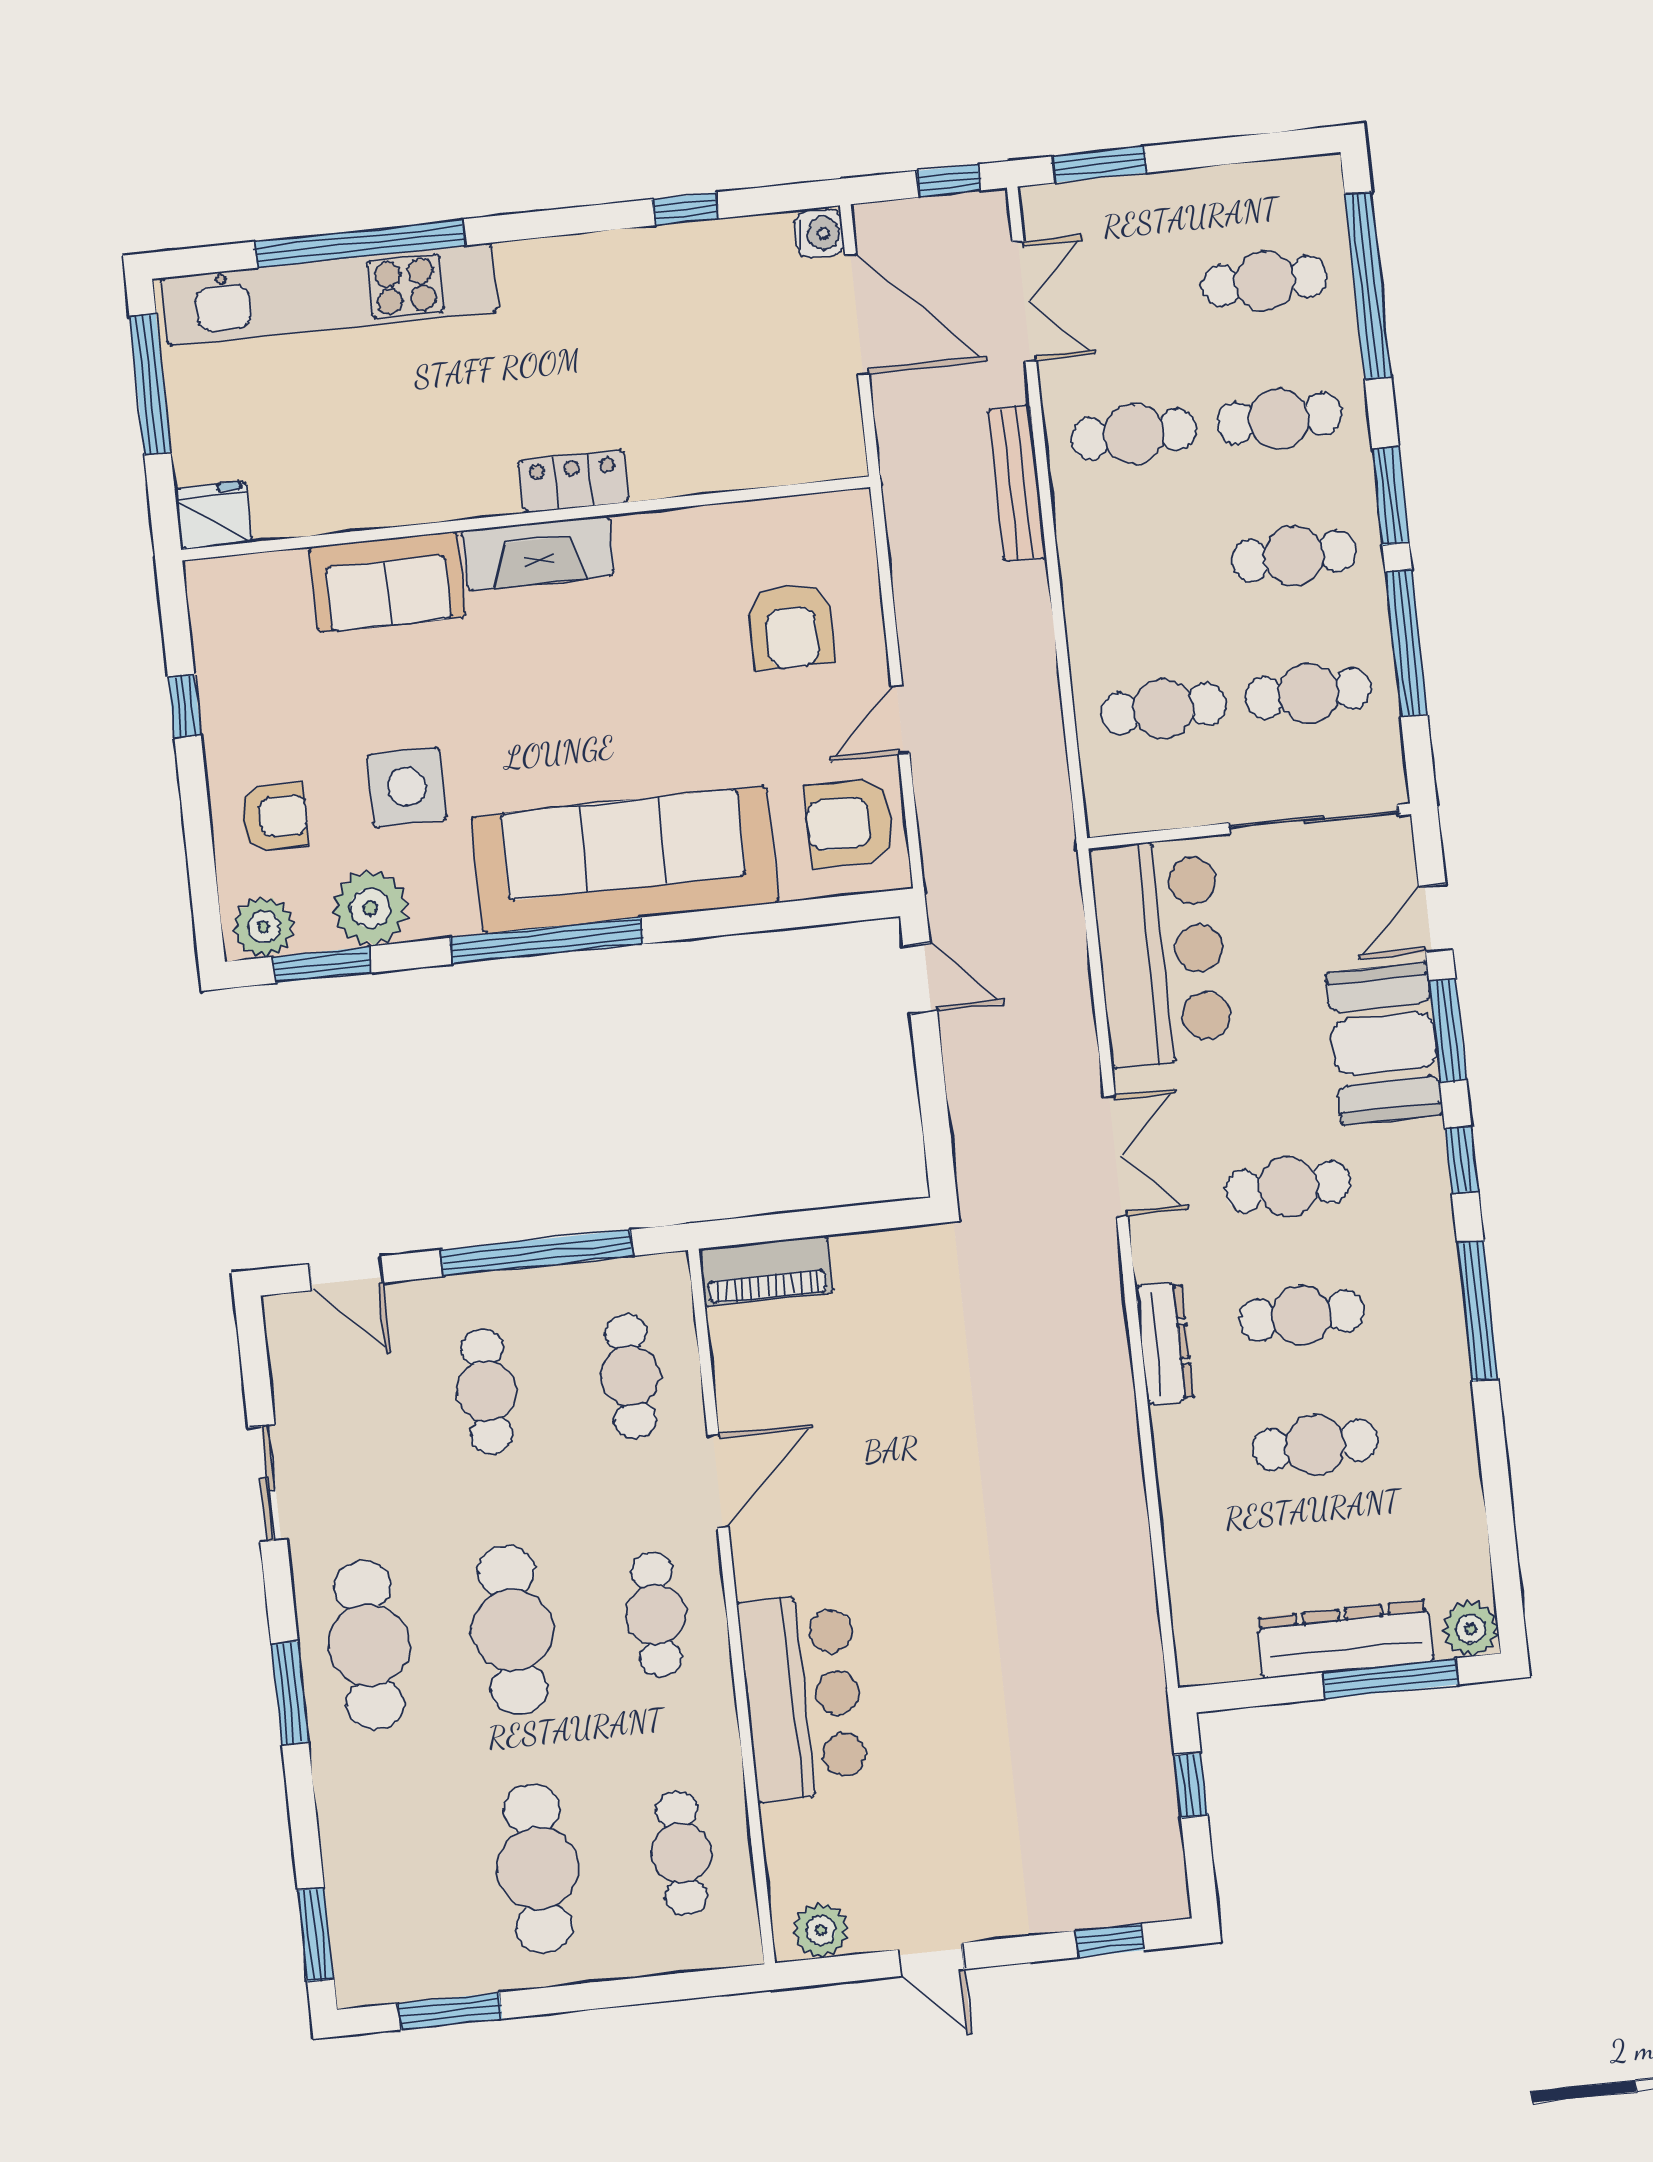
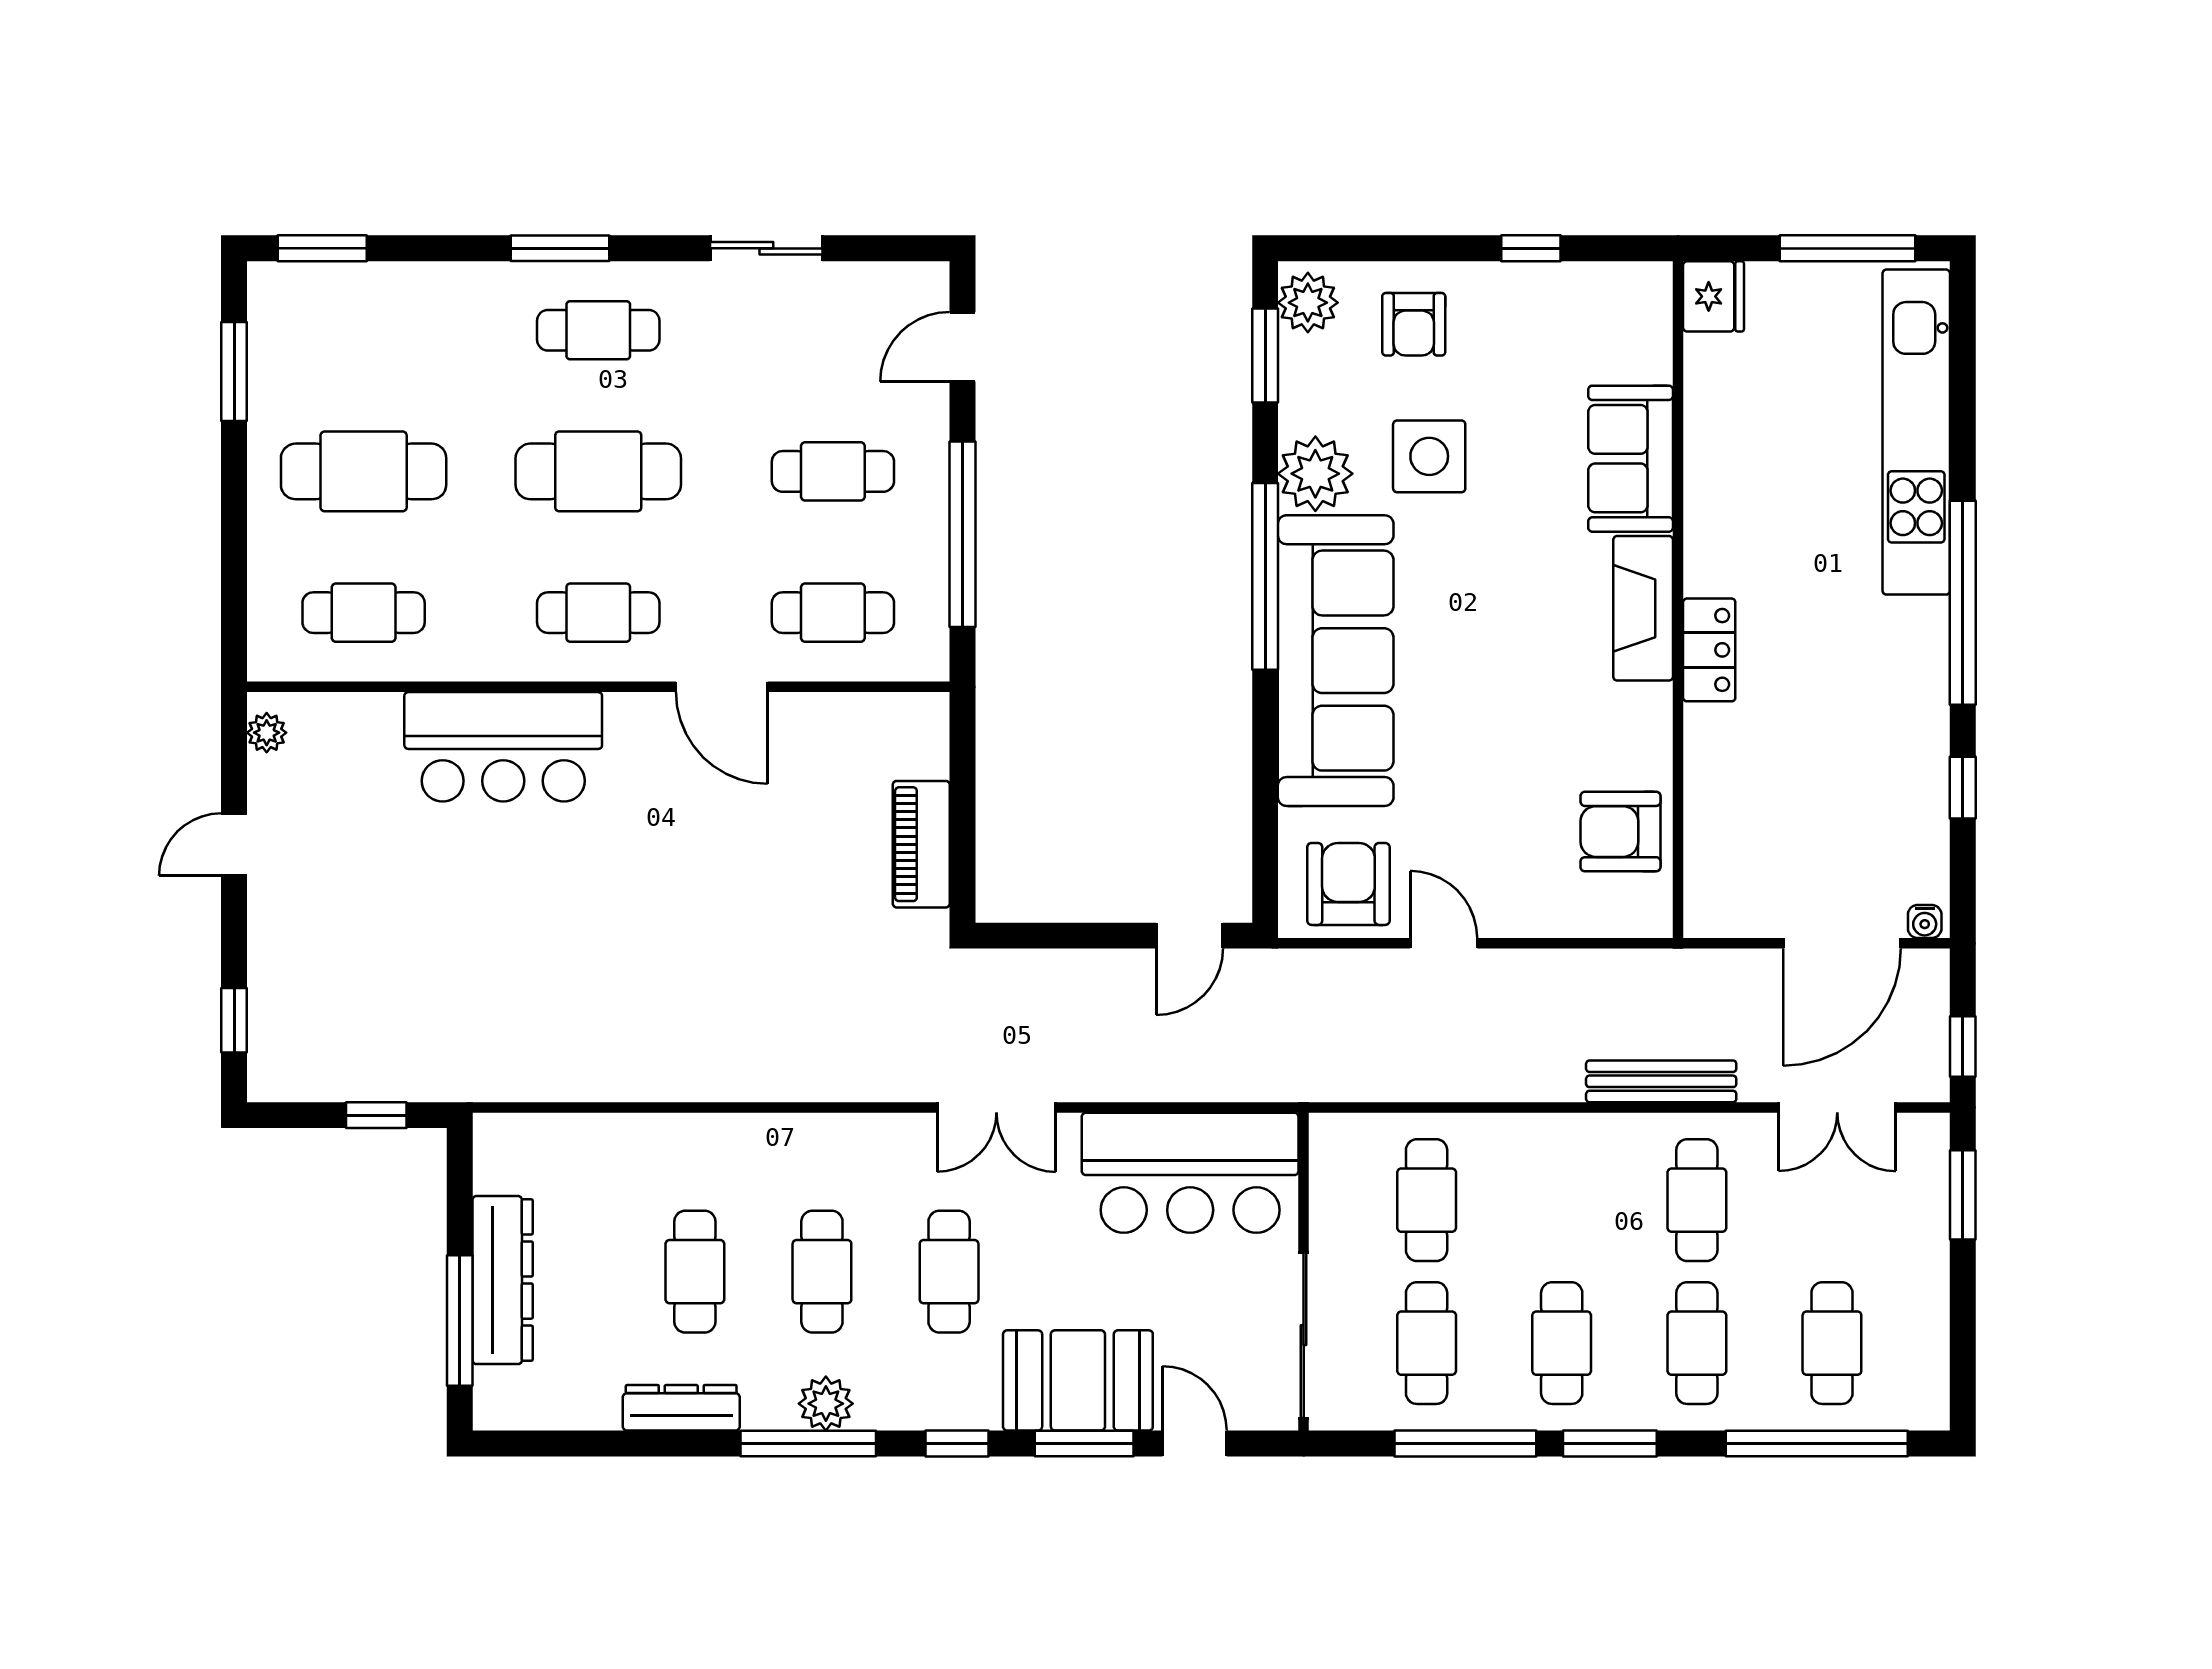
water cooler: (819, 233) -> (1925, 922), width x0.72, depth x0.72
window: (360, 244) -> (1963, 603), moved
armchair: (791, 626) -> (1621, 832), moved
plant: (370, 908) -> (1315, 474), moved
piano: (766, 1271) -> (921, 844), moved
dresser: (1164, 1343) -> (681, 1408), moved, turned 180
plant: (1471, 1629) -> (826, 1404), moved
cafe table: (369, 1645) -> (598, 330), width x0.73, depth x0.74
plant: (821, 1930) -> (267, 733), width x0.73, depth x0.73

